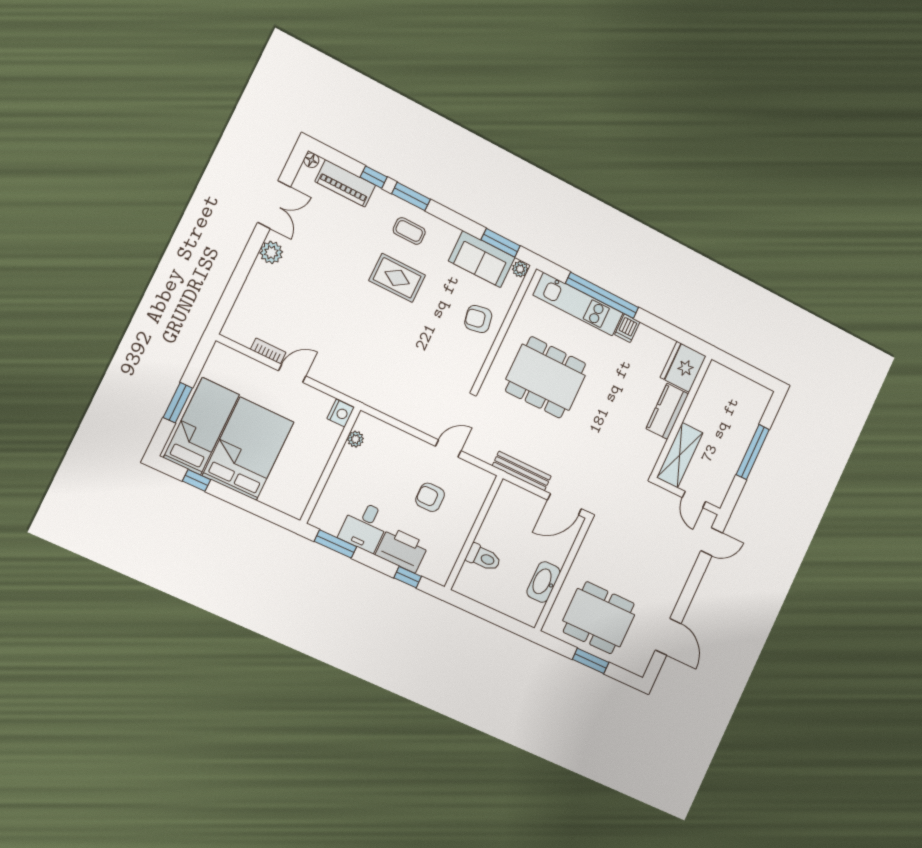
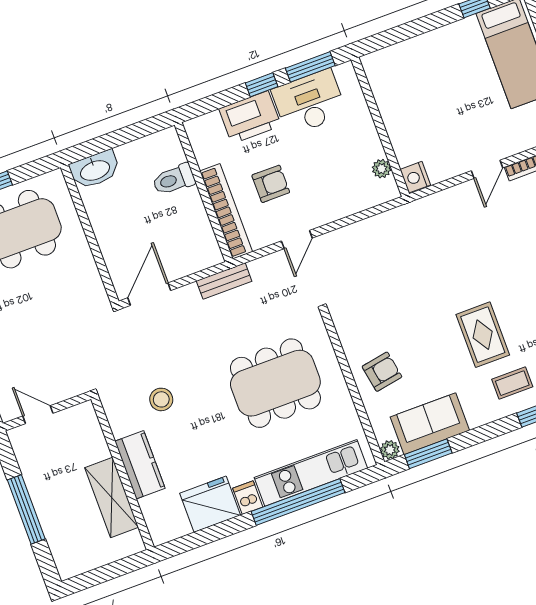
rug: (397, 278) -> (483, 335), turned 90
fridge: (683, 367) -> (210, 504), moved, turned -90
stool: (619, 436) -> (161, 399), added
bed: (248, 449) -> (460, 73), removed
shelving: (680, 455) -> (112, 497), moved
bench: (522, 471) -> (224, 281), width x0.73
bookcase: (472, 508) -> (226, 211), added
desk: (365, 526) -> (309, 102), width x1.37
window: (408, 577) -> (262, 85), moved
washbasin: (543, 582) -> (95, 170), moved, turned 90

